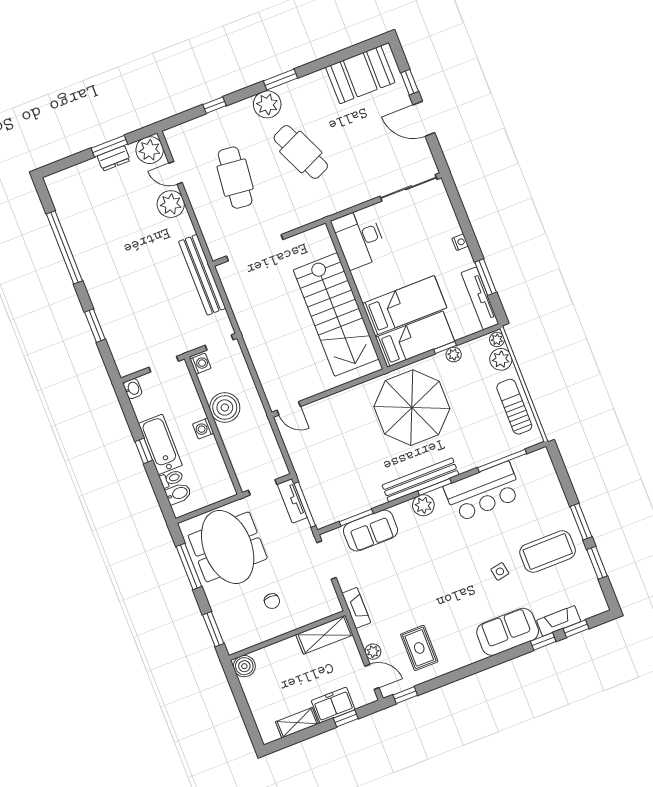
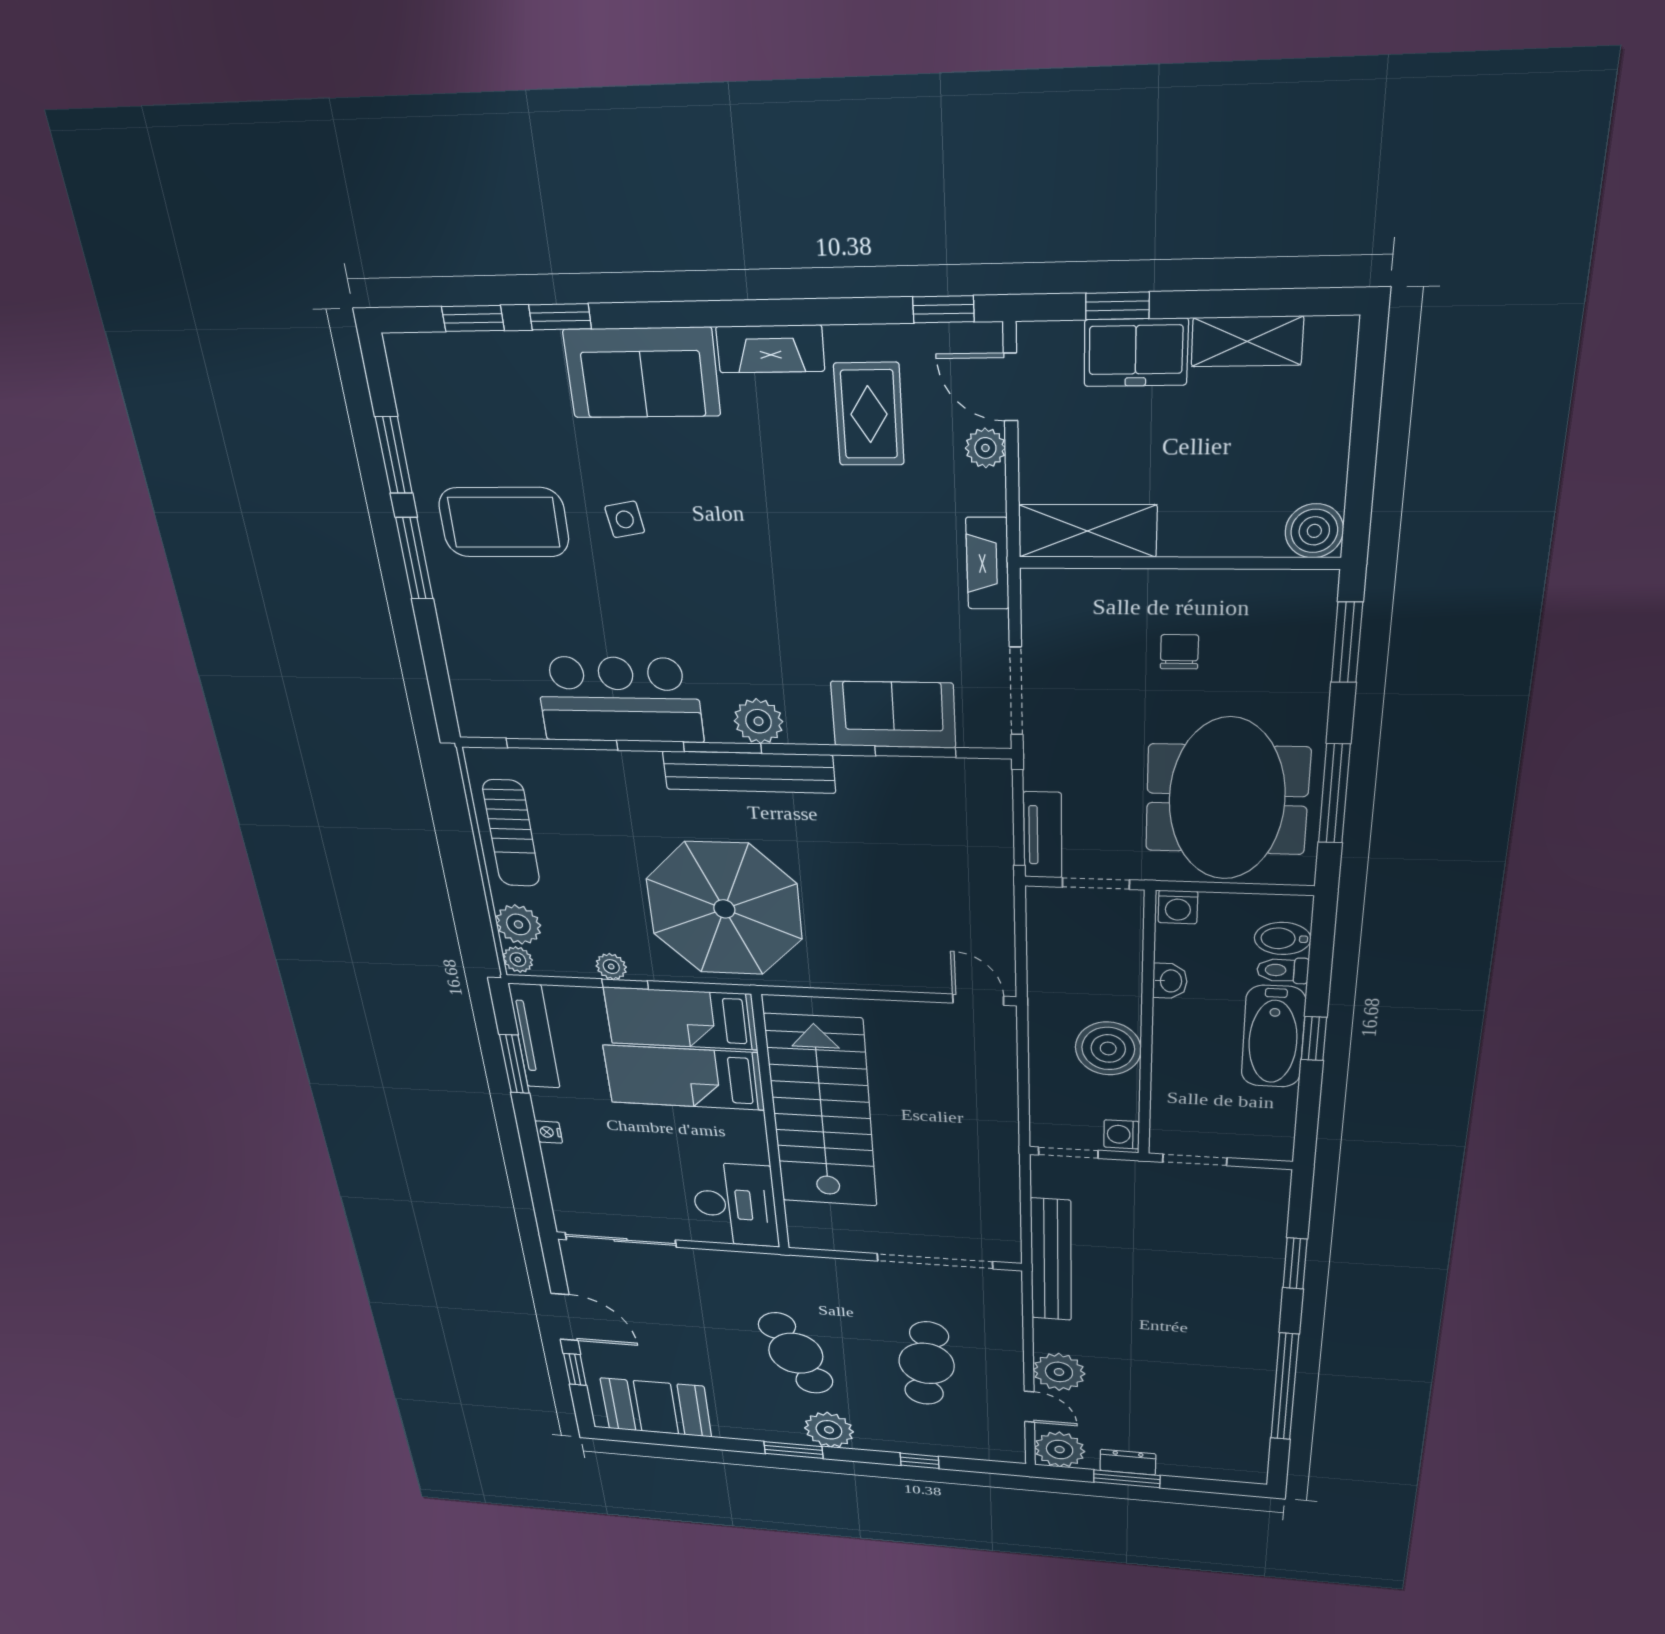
washbasin: (133, 389) -> (1170, 981), moved, turned 180
washing machine: (203, 429) -> (1178, 907), moved, turned 90
fireplace: (559, 621) -> (770, 349), moved

